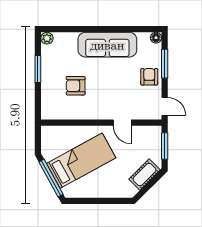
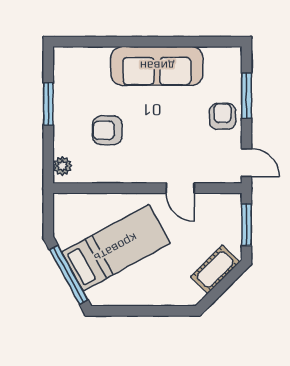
plant: (47, 38) -> (62, 166), moved
floor lamp: (156, 38) -> (233, 55), removed

